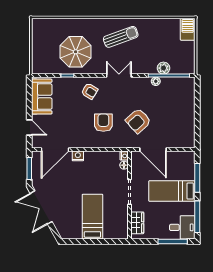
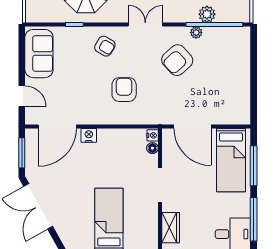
armchair: (138, 121) -> (177, 60), moved
bed: (172, 191) -> (231, 160), moved, turned -90

